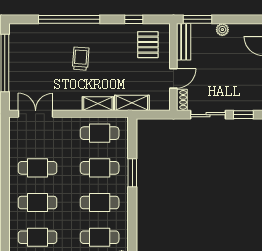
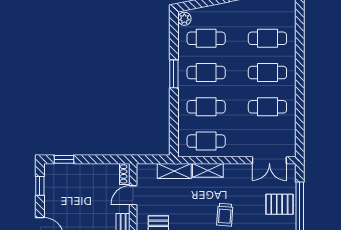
pallet: (25, 69) -> (279, 204), added
sliding door: (208, 115) -> (99, 159), removed
window: (132, 173) -> (174, 74), moved

